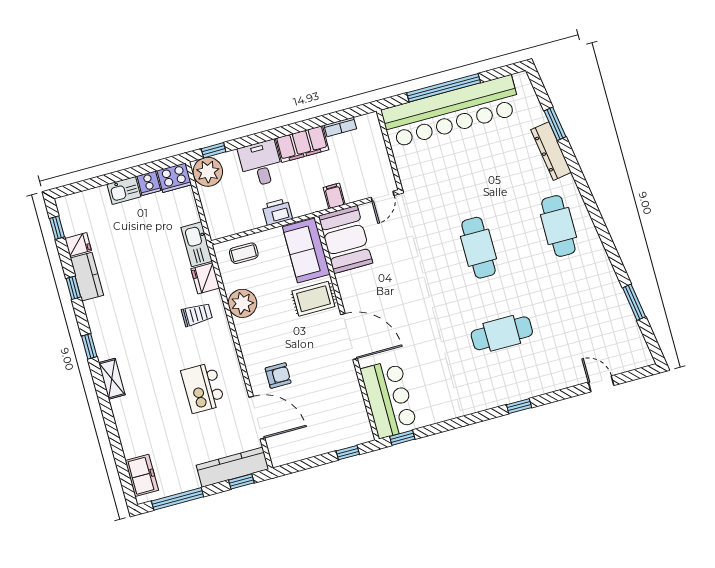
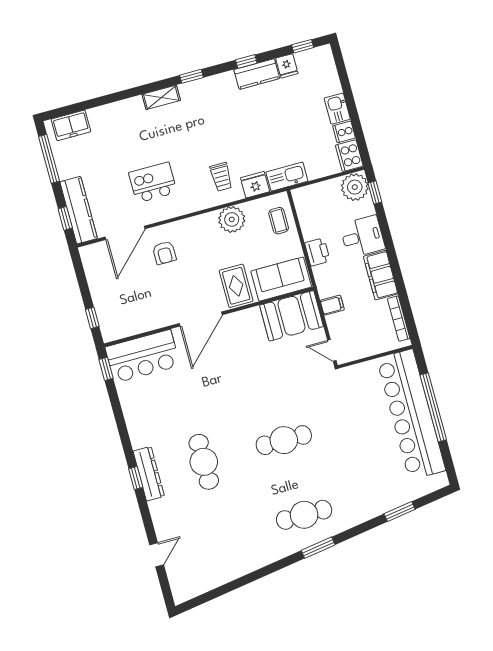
bookcase: (340, 127) -> (399, 319), width x1.56
dresser: (551, 151) -> (149, 474), moved, turned 99
window: (634, 302) -> (318, 548), moved

